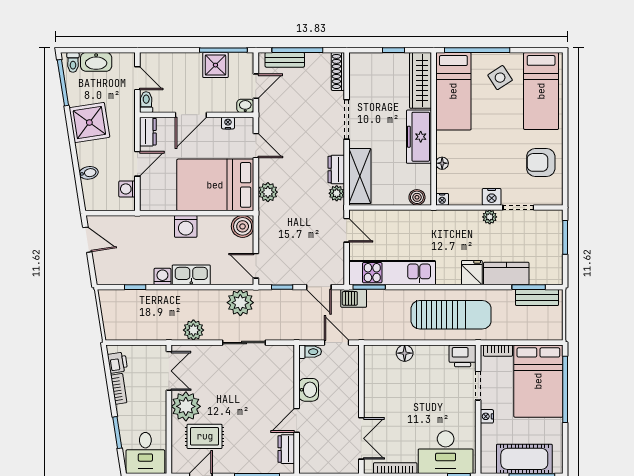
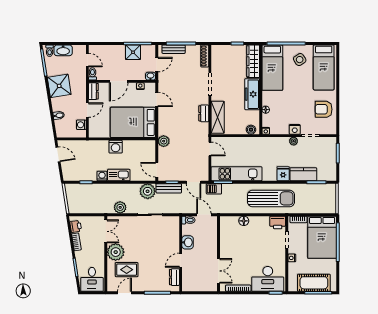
plant: (268, 192) -> (164, 141), moved
plant: (337, 193) -> (204, 127), removed
boiler: (243, 226) -> (149, 147), removed
bench: (537, 297) -> (169, 188), moved

